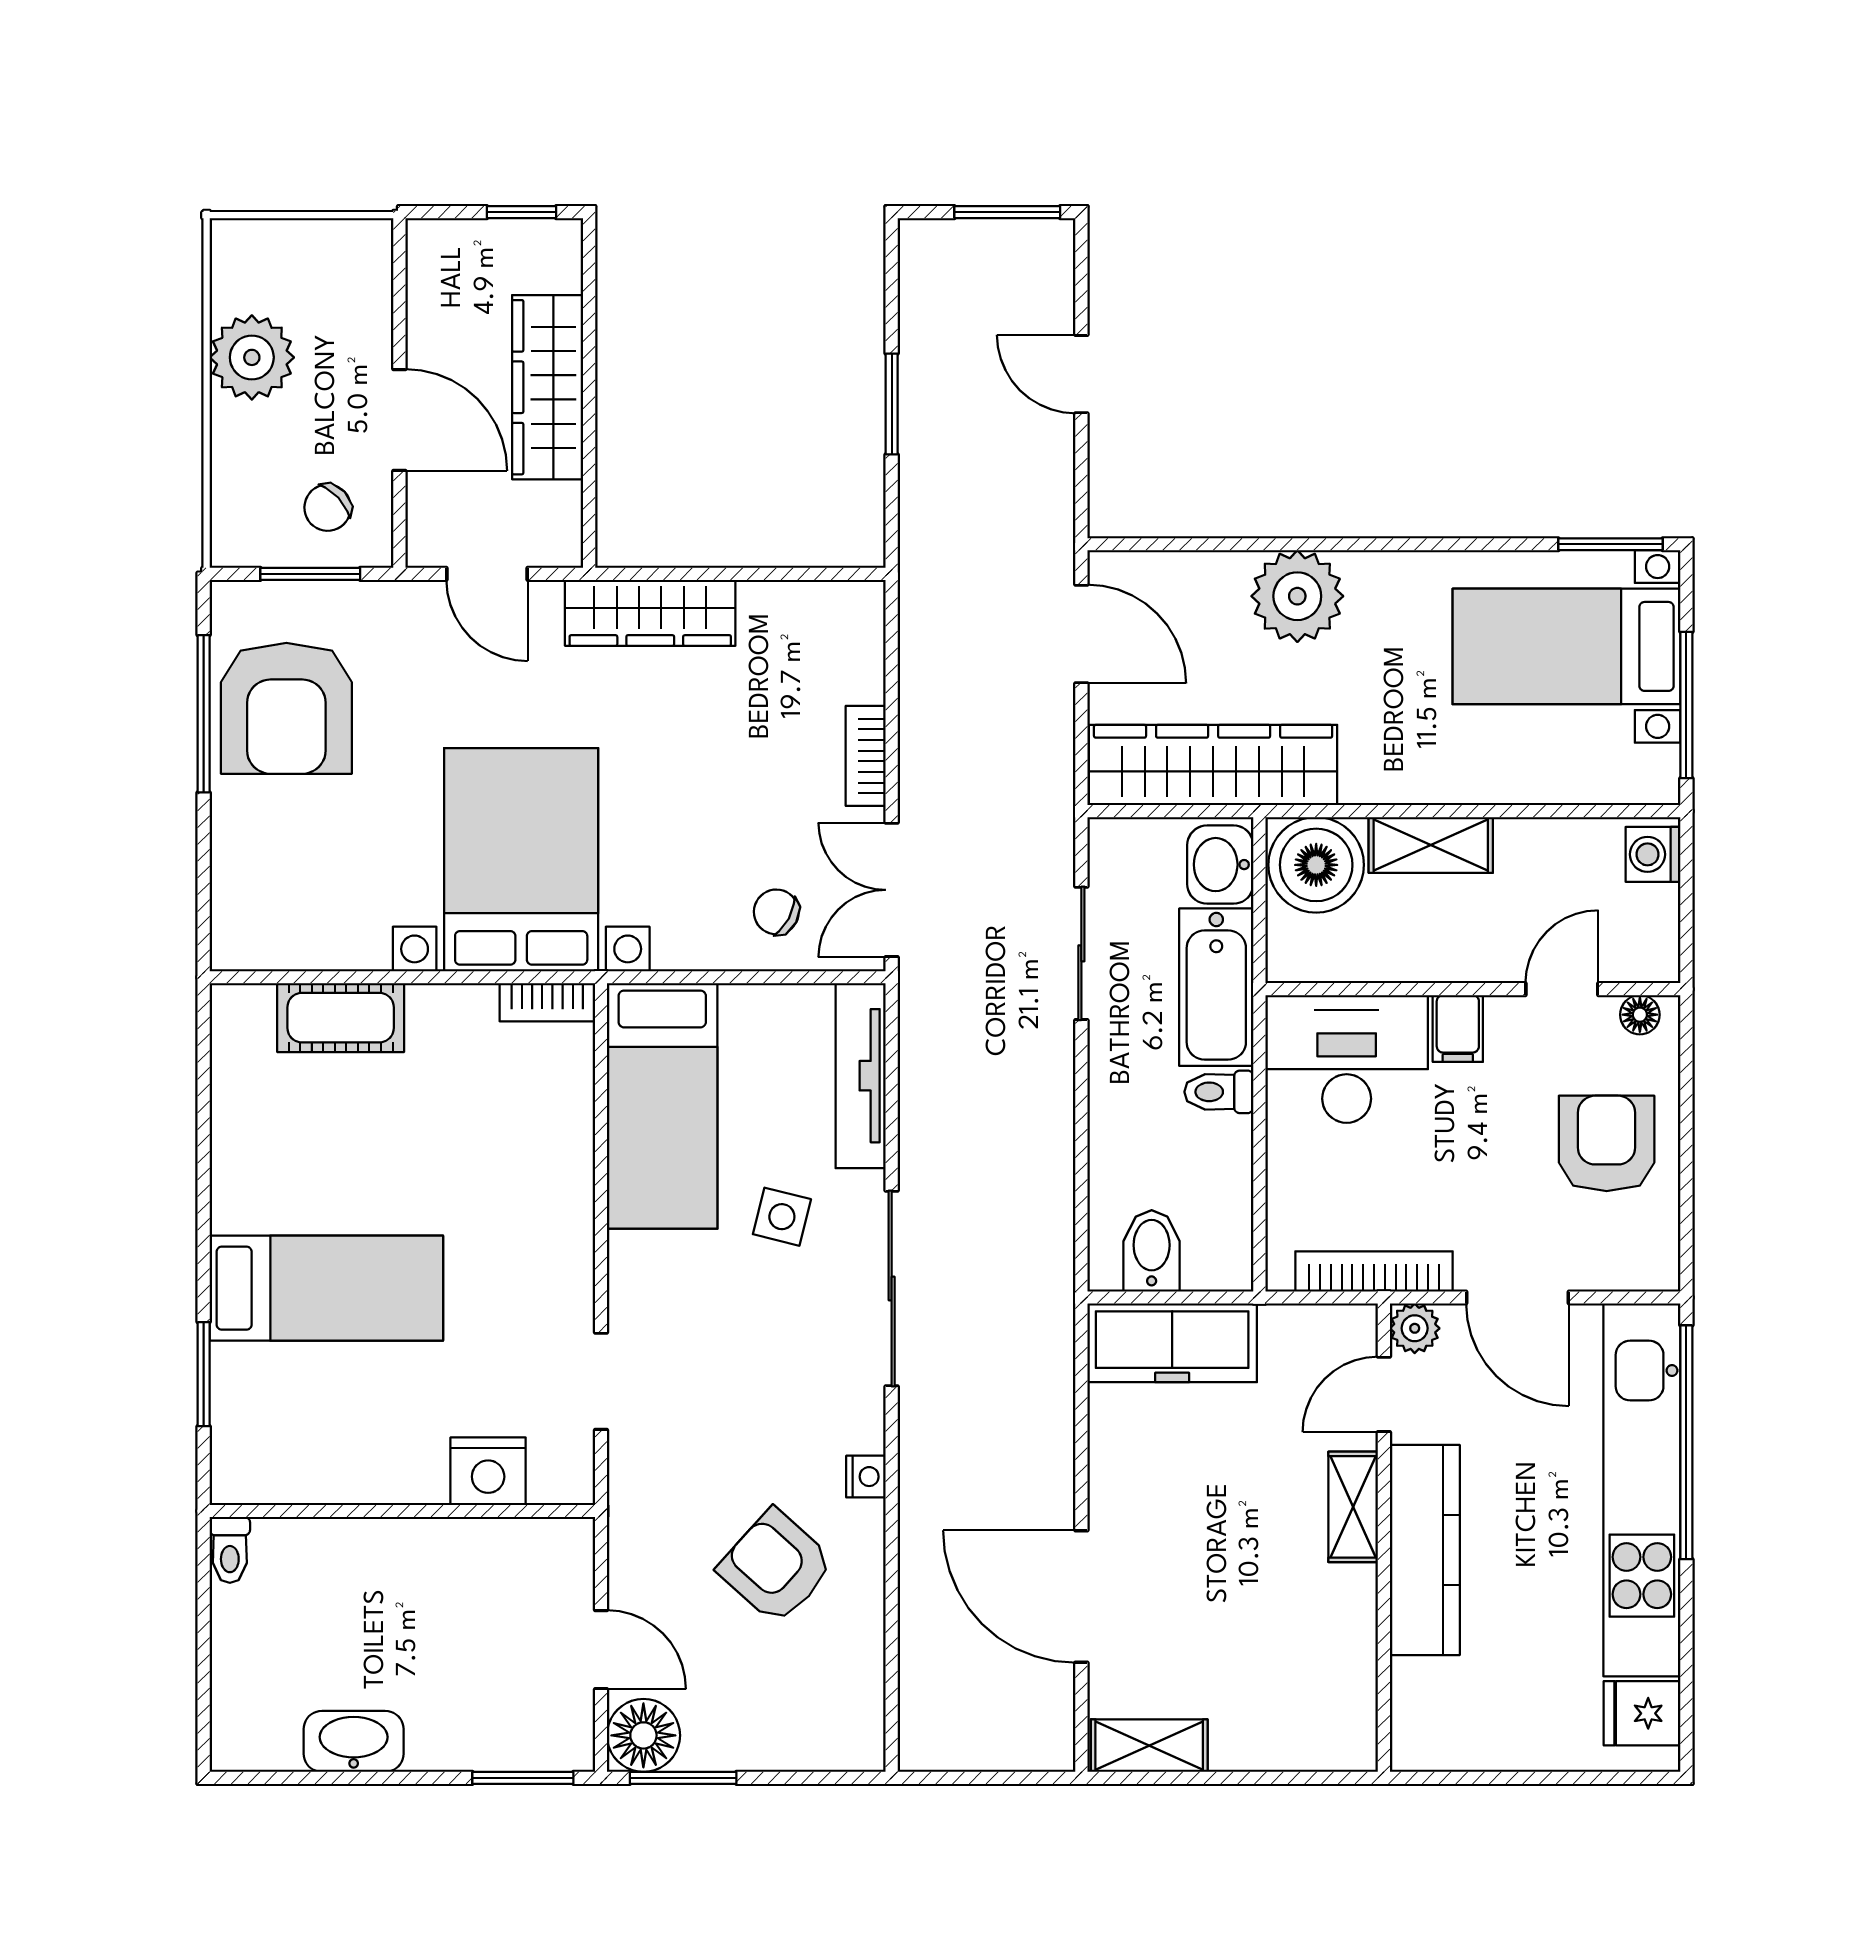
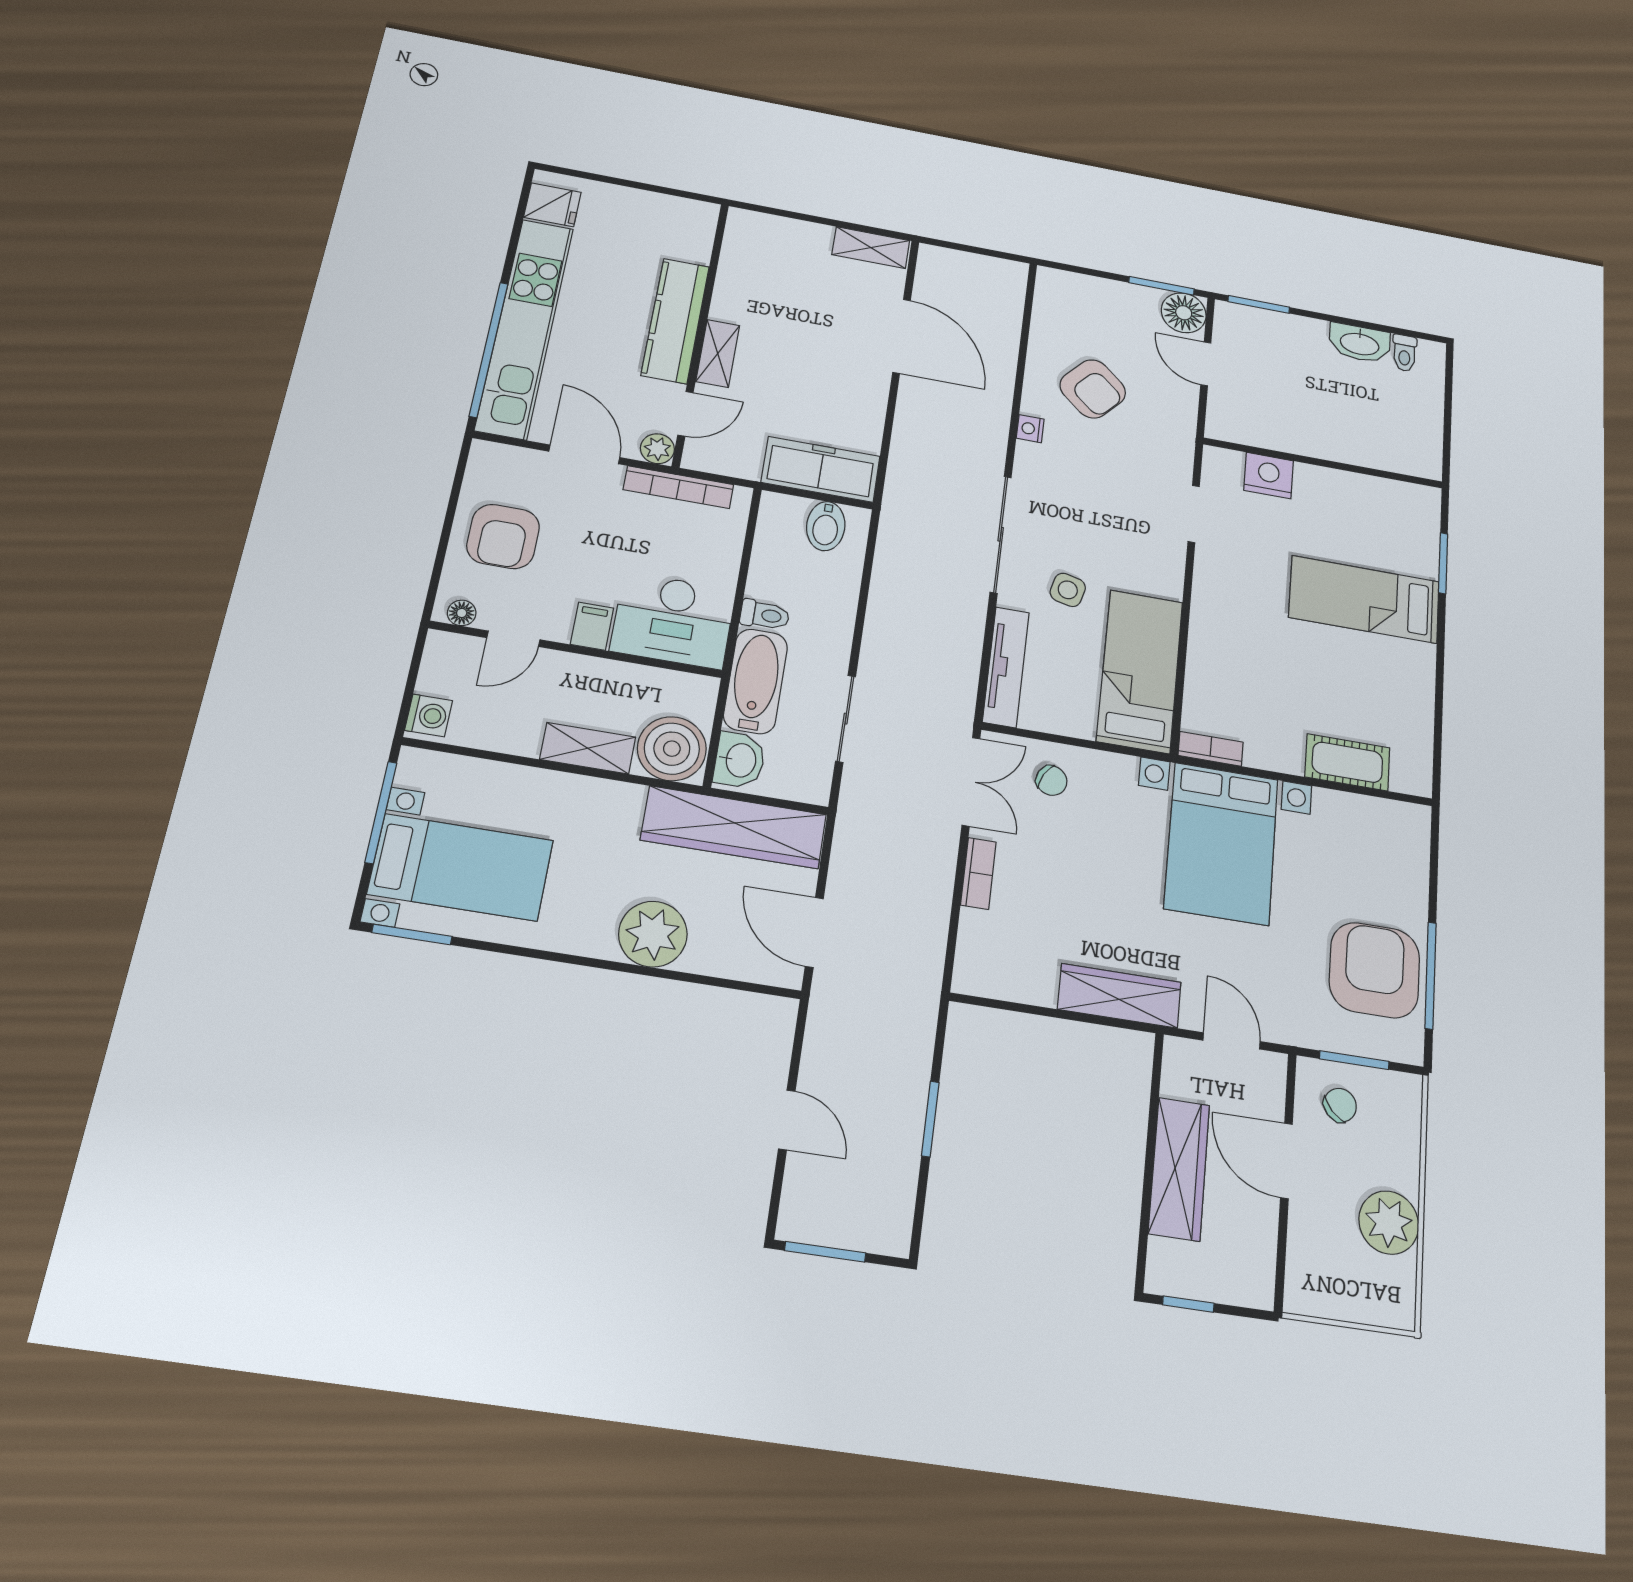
toilet: (230, 1550) -> (1404, 353), moved, turned 180

